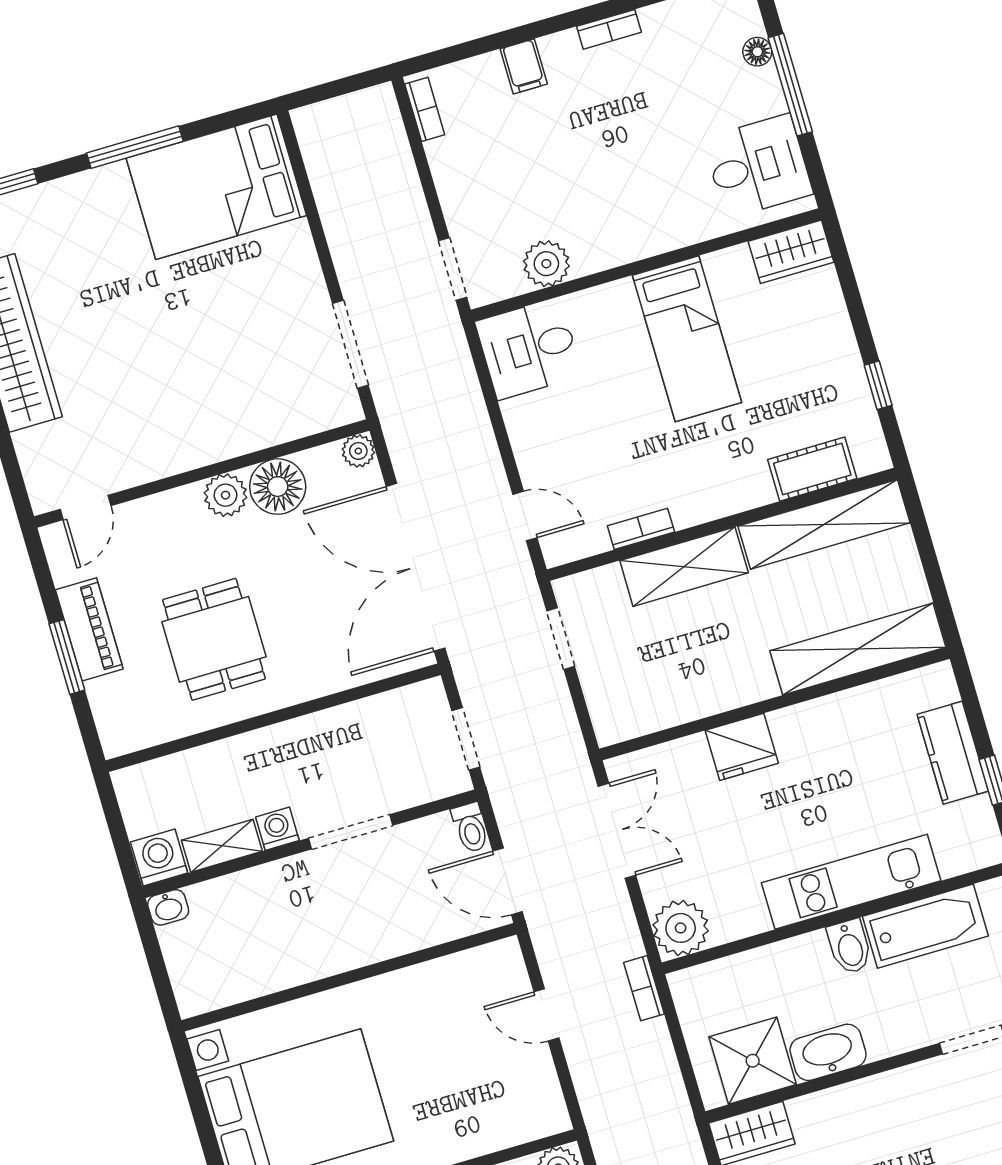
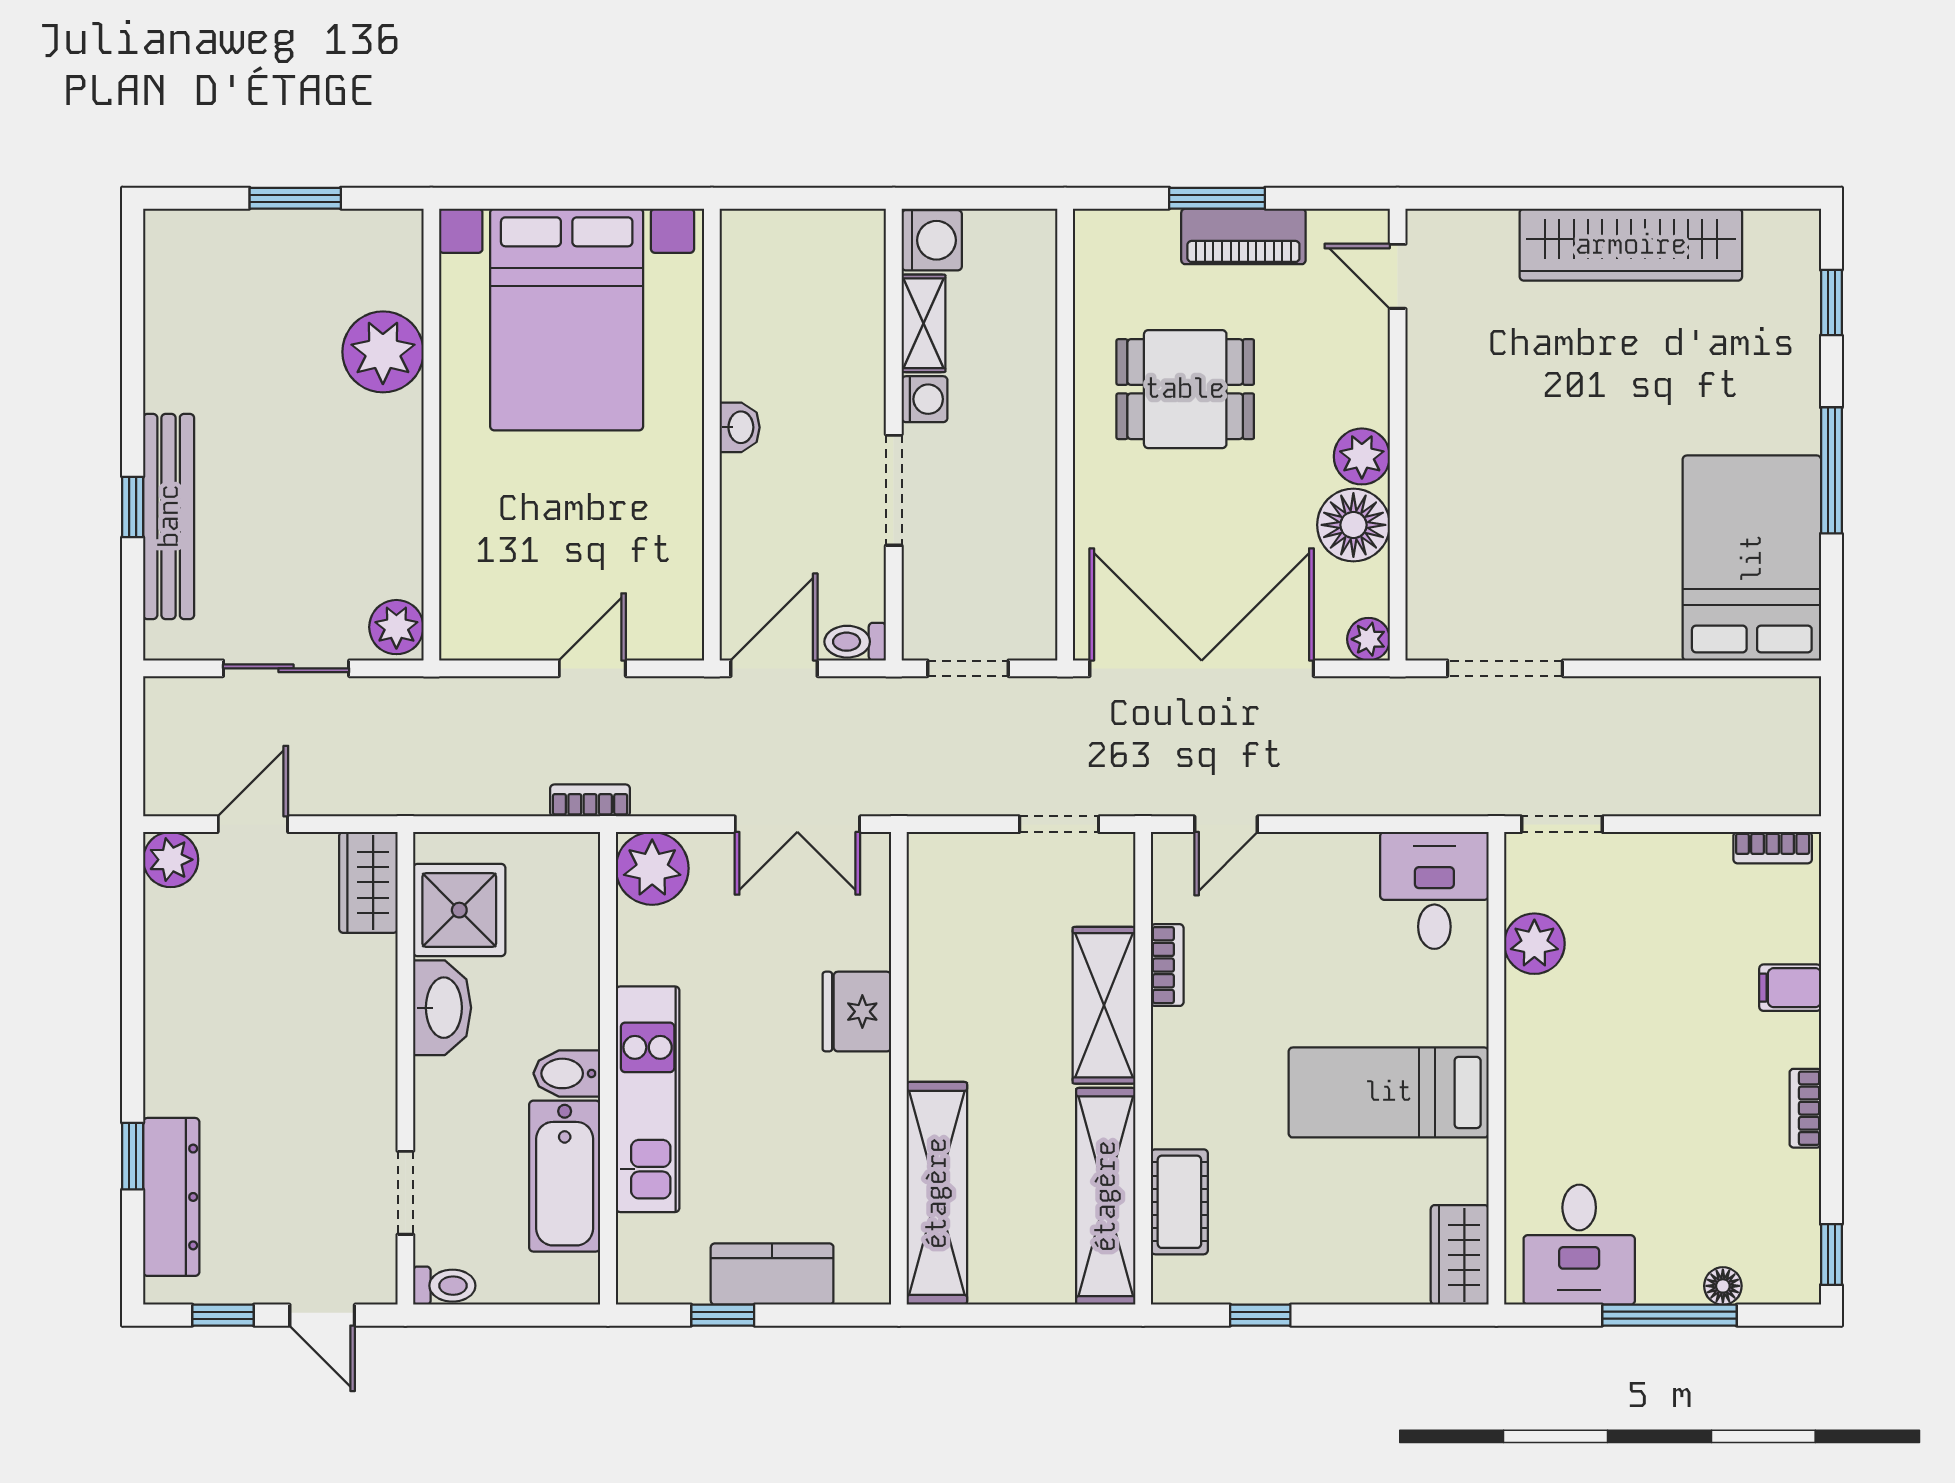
washbasin: (168, 907) -> (740, 427), moved, turned 180

